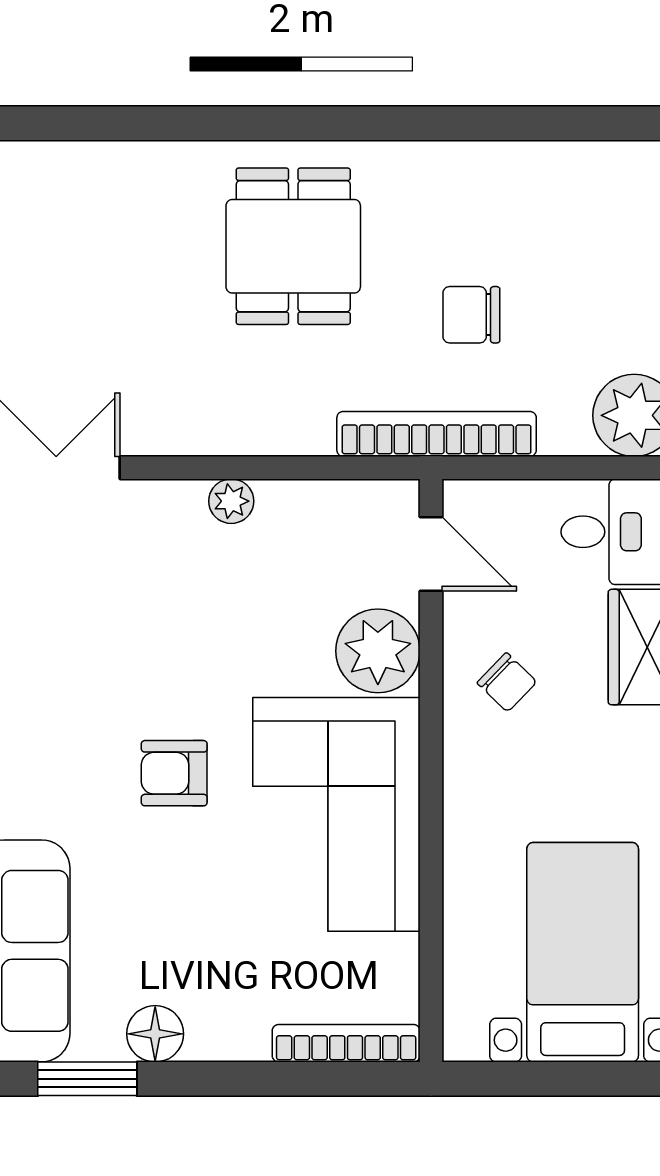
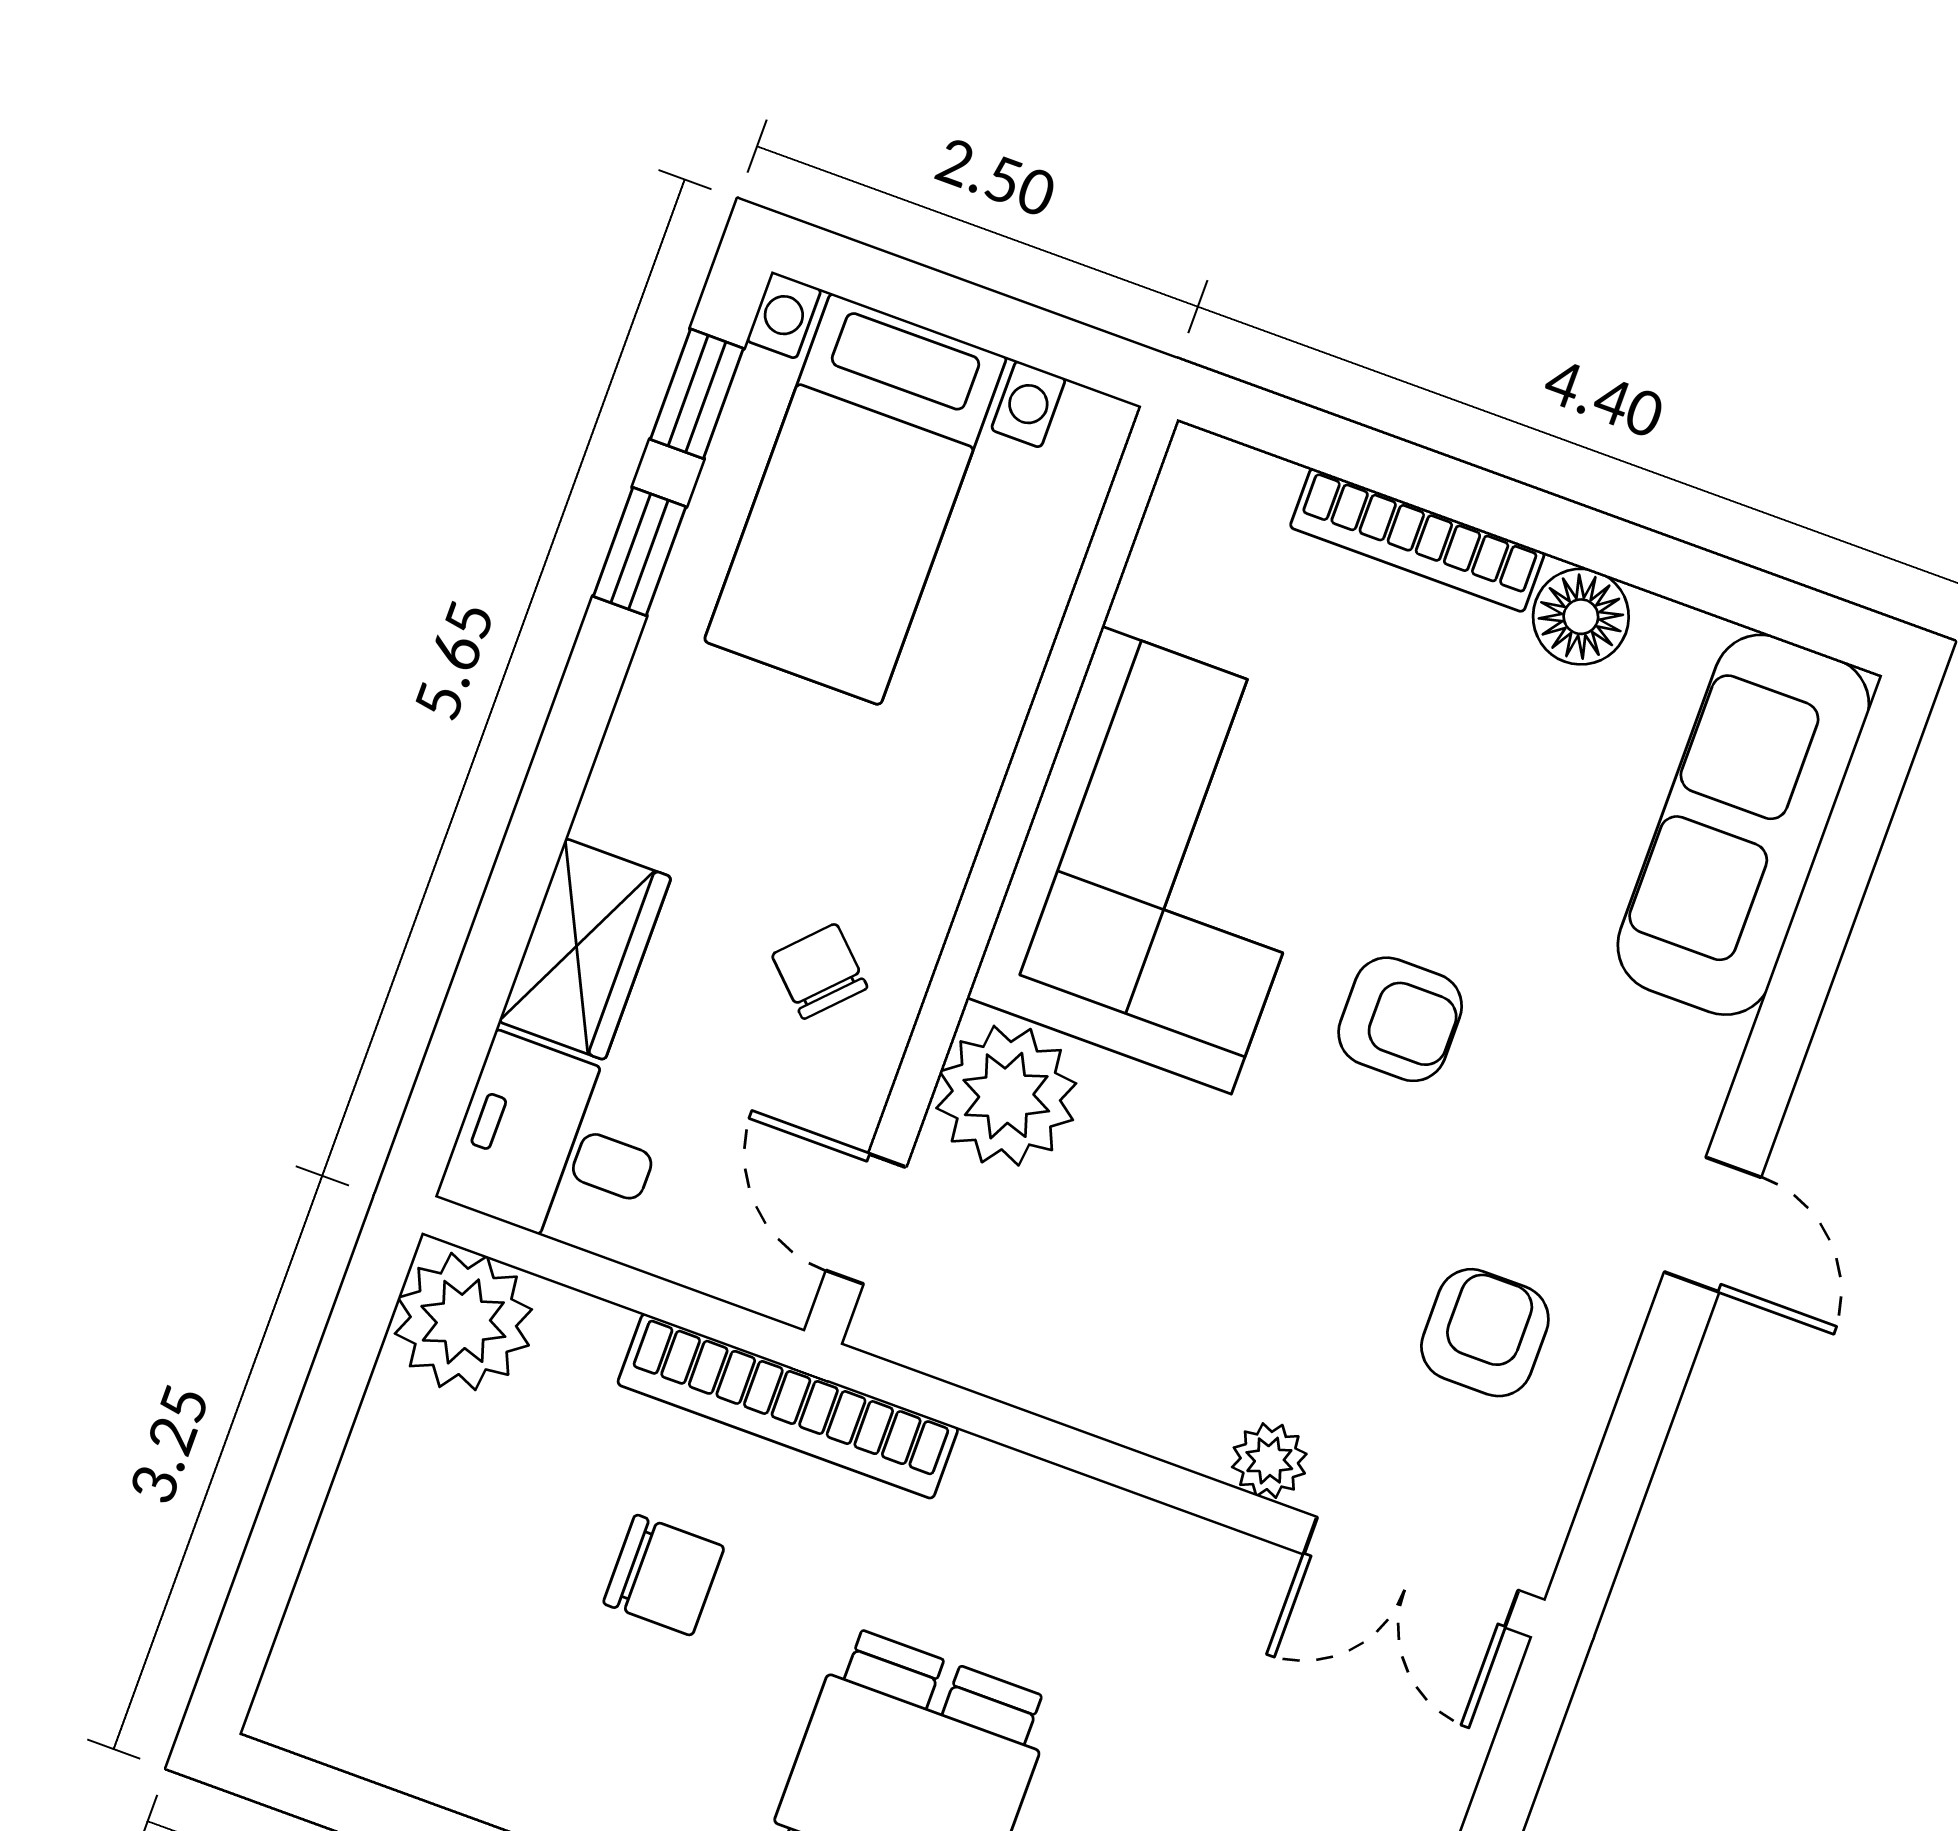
plant: (231, 501) -> (1269, 1461), moved
armchair: (64, 616) -> (1485, 1333), added
bookcase: (346, 1043) -> (1417, 540), moved
window: (87, 1079) -> (1714, 584), removed

